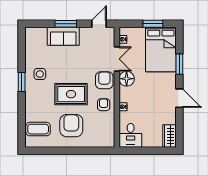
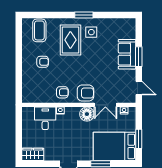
rug: (71, 94) -> (70, 40), moved
armchair: (71, 126) -> (43, 62), width x0.53, depth x0.53
desk: (131, 135) -> (45, 118), moved, turned 90

